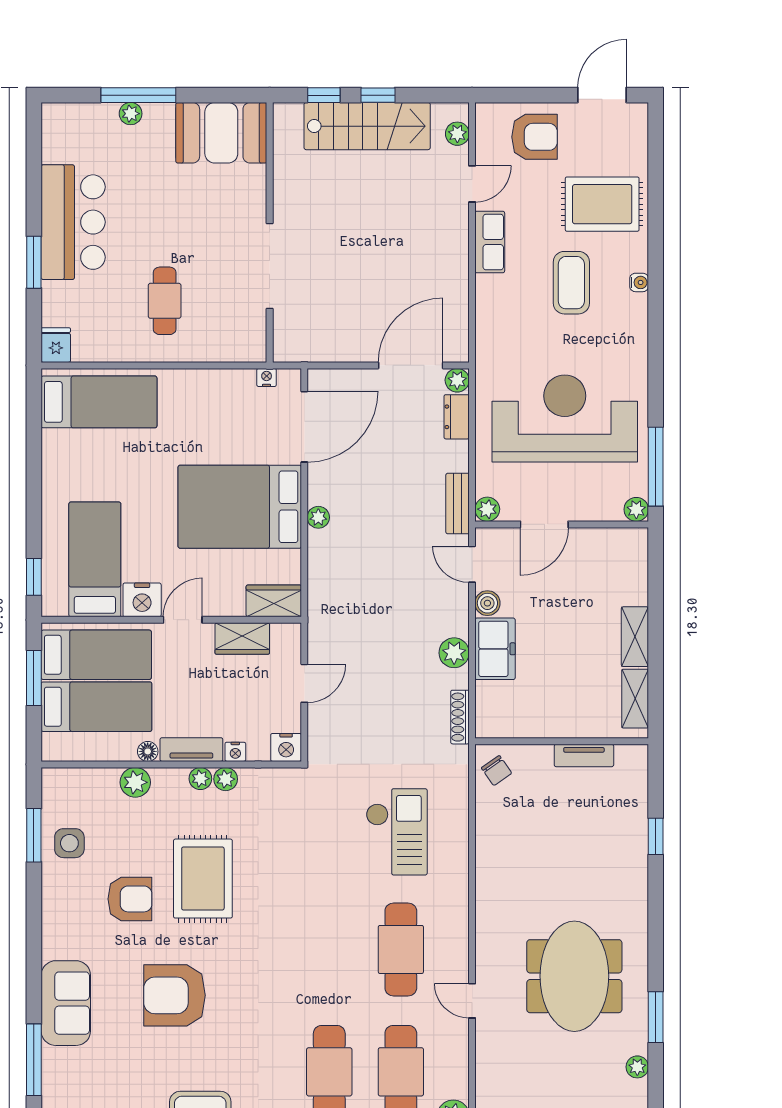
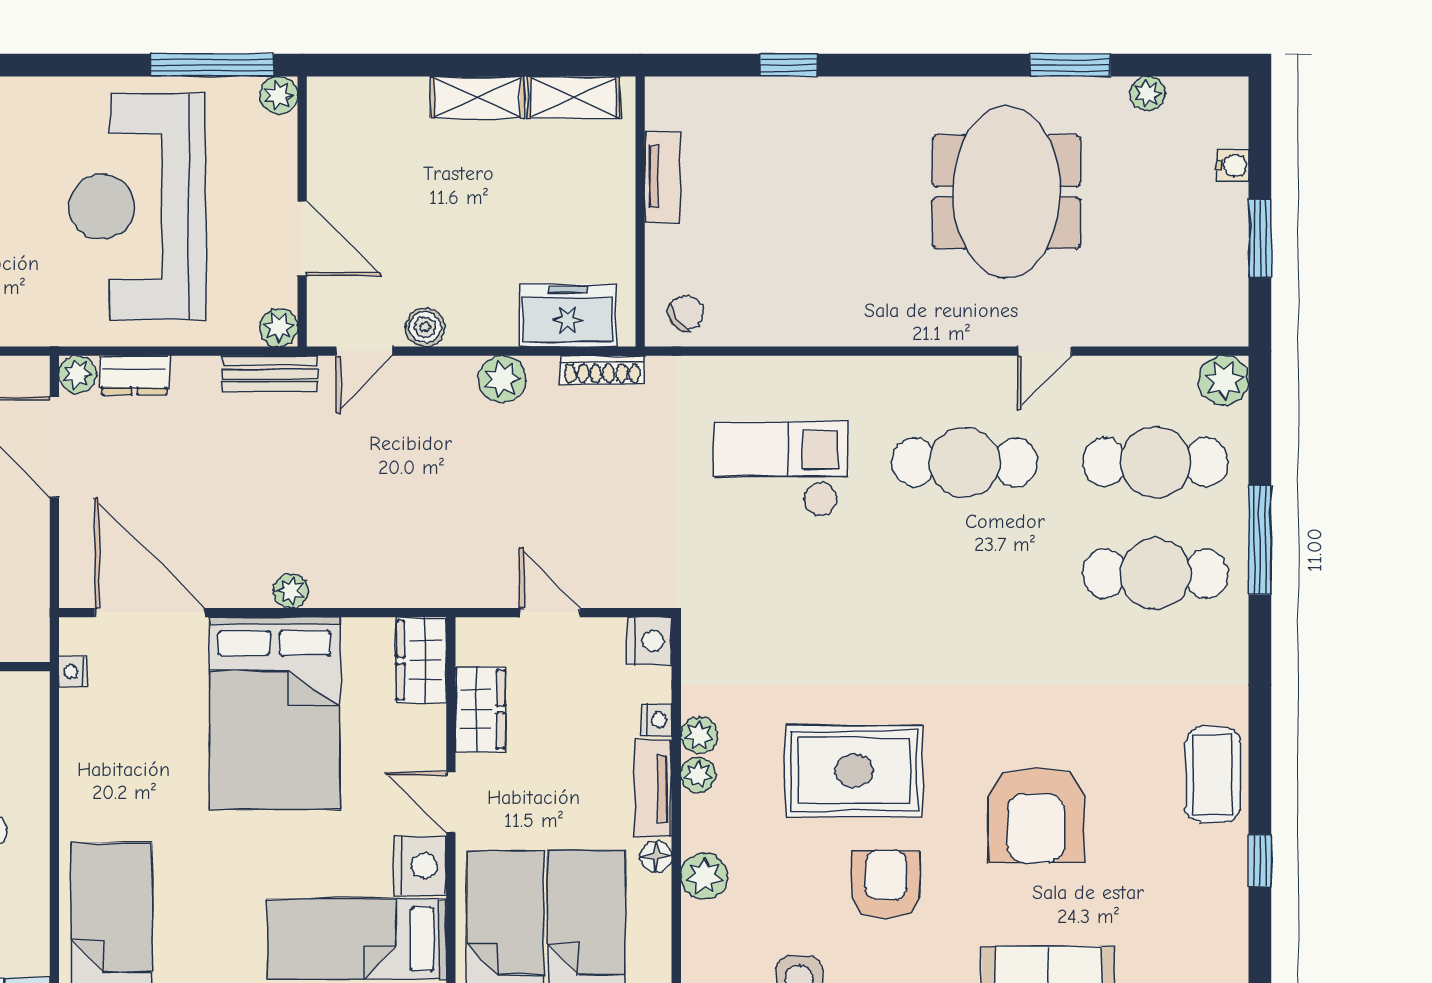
freezer: (495, 649) -> (568, 315), moved
meeting table: (574, 976) -> (1006, 192), turned 90

